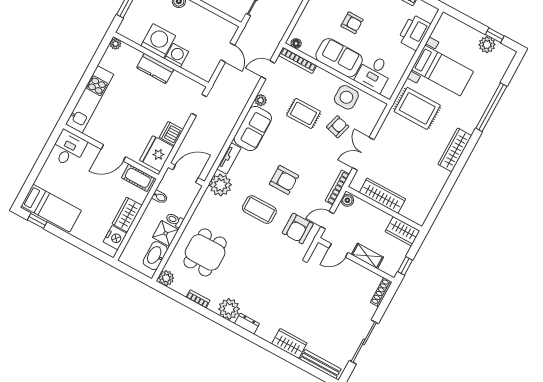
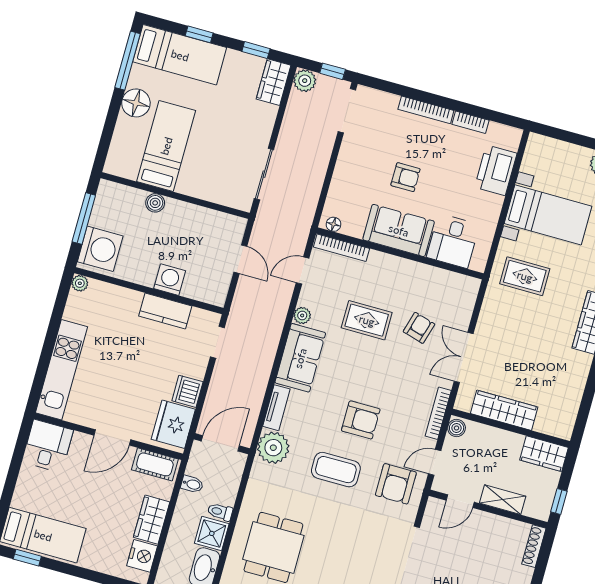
washing machine: (158, 41) -> (100, 249), moved, turned 90
kitchen counter: (155, 68) -> (165, 311), moved
side table: (346, 97) -> (422, 284), removed
rug: (417, 108) -> (525, 276), width x0.73, depth x0.70

